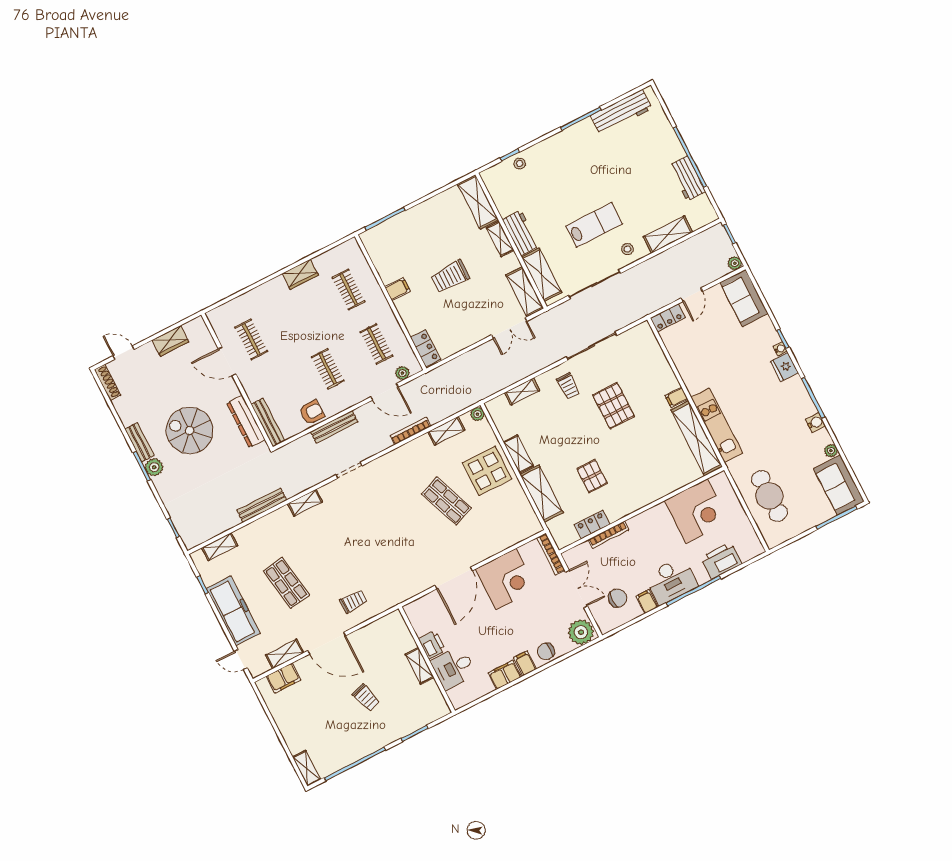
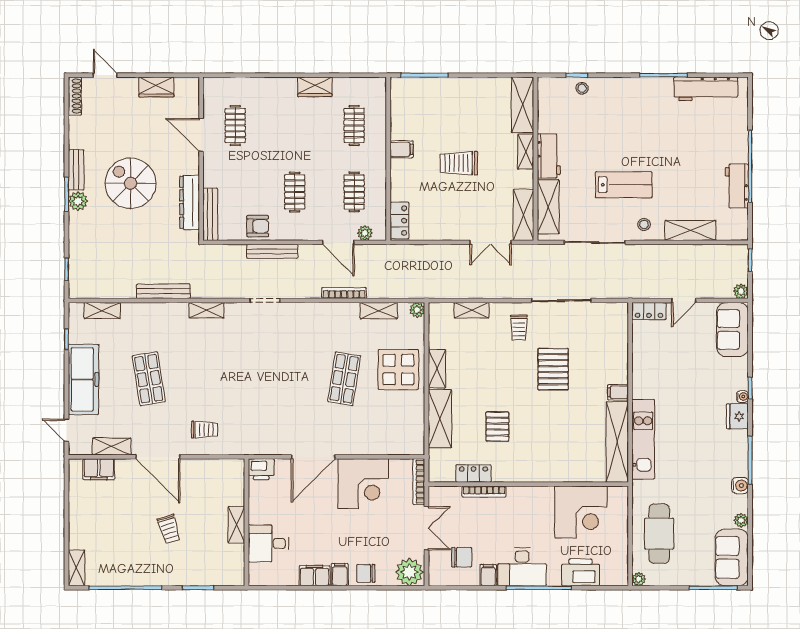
shop shelf: (447, 501) -> (344, 379), turned 30
plant: (772, 542) -> (639, 579), added
printer: (432, 645) -> (261, 469), moved, turned 90

